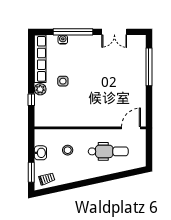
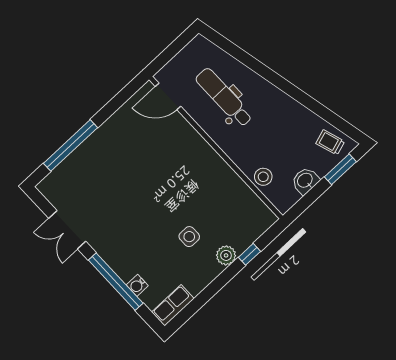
double door: (114, 32) -> (67, 230), swing flipped
row of seats: (40, 59) -> (173, 305), width x0.50
stool: (68, 150) -> (263, 177), moved

